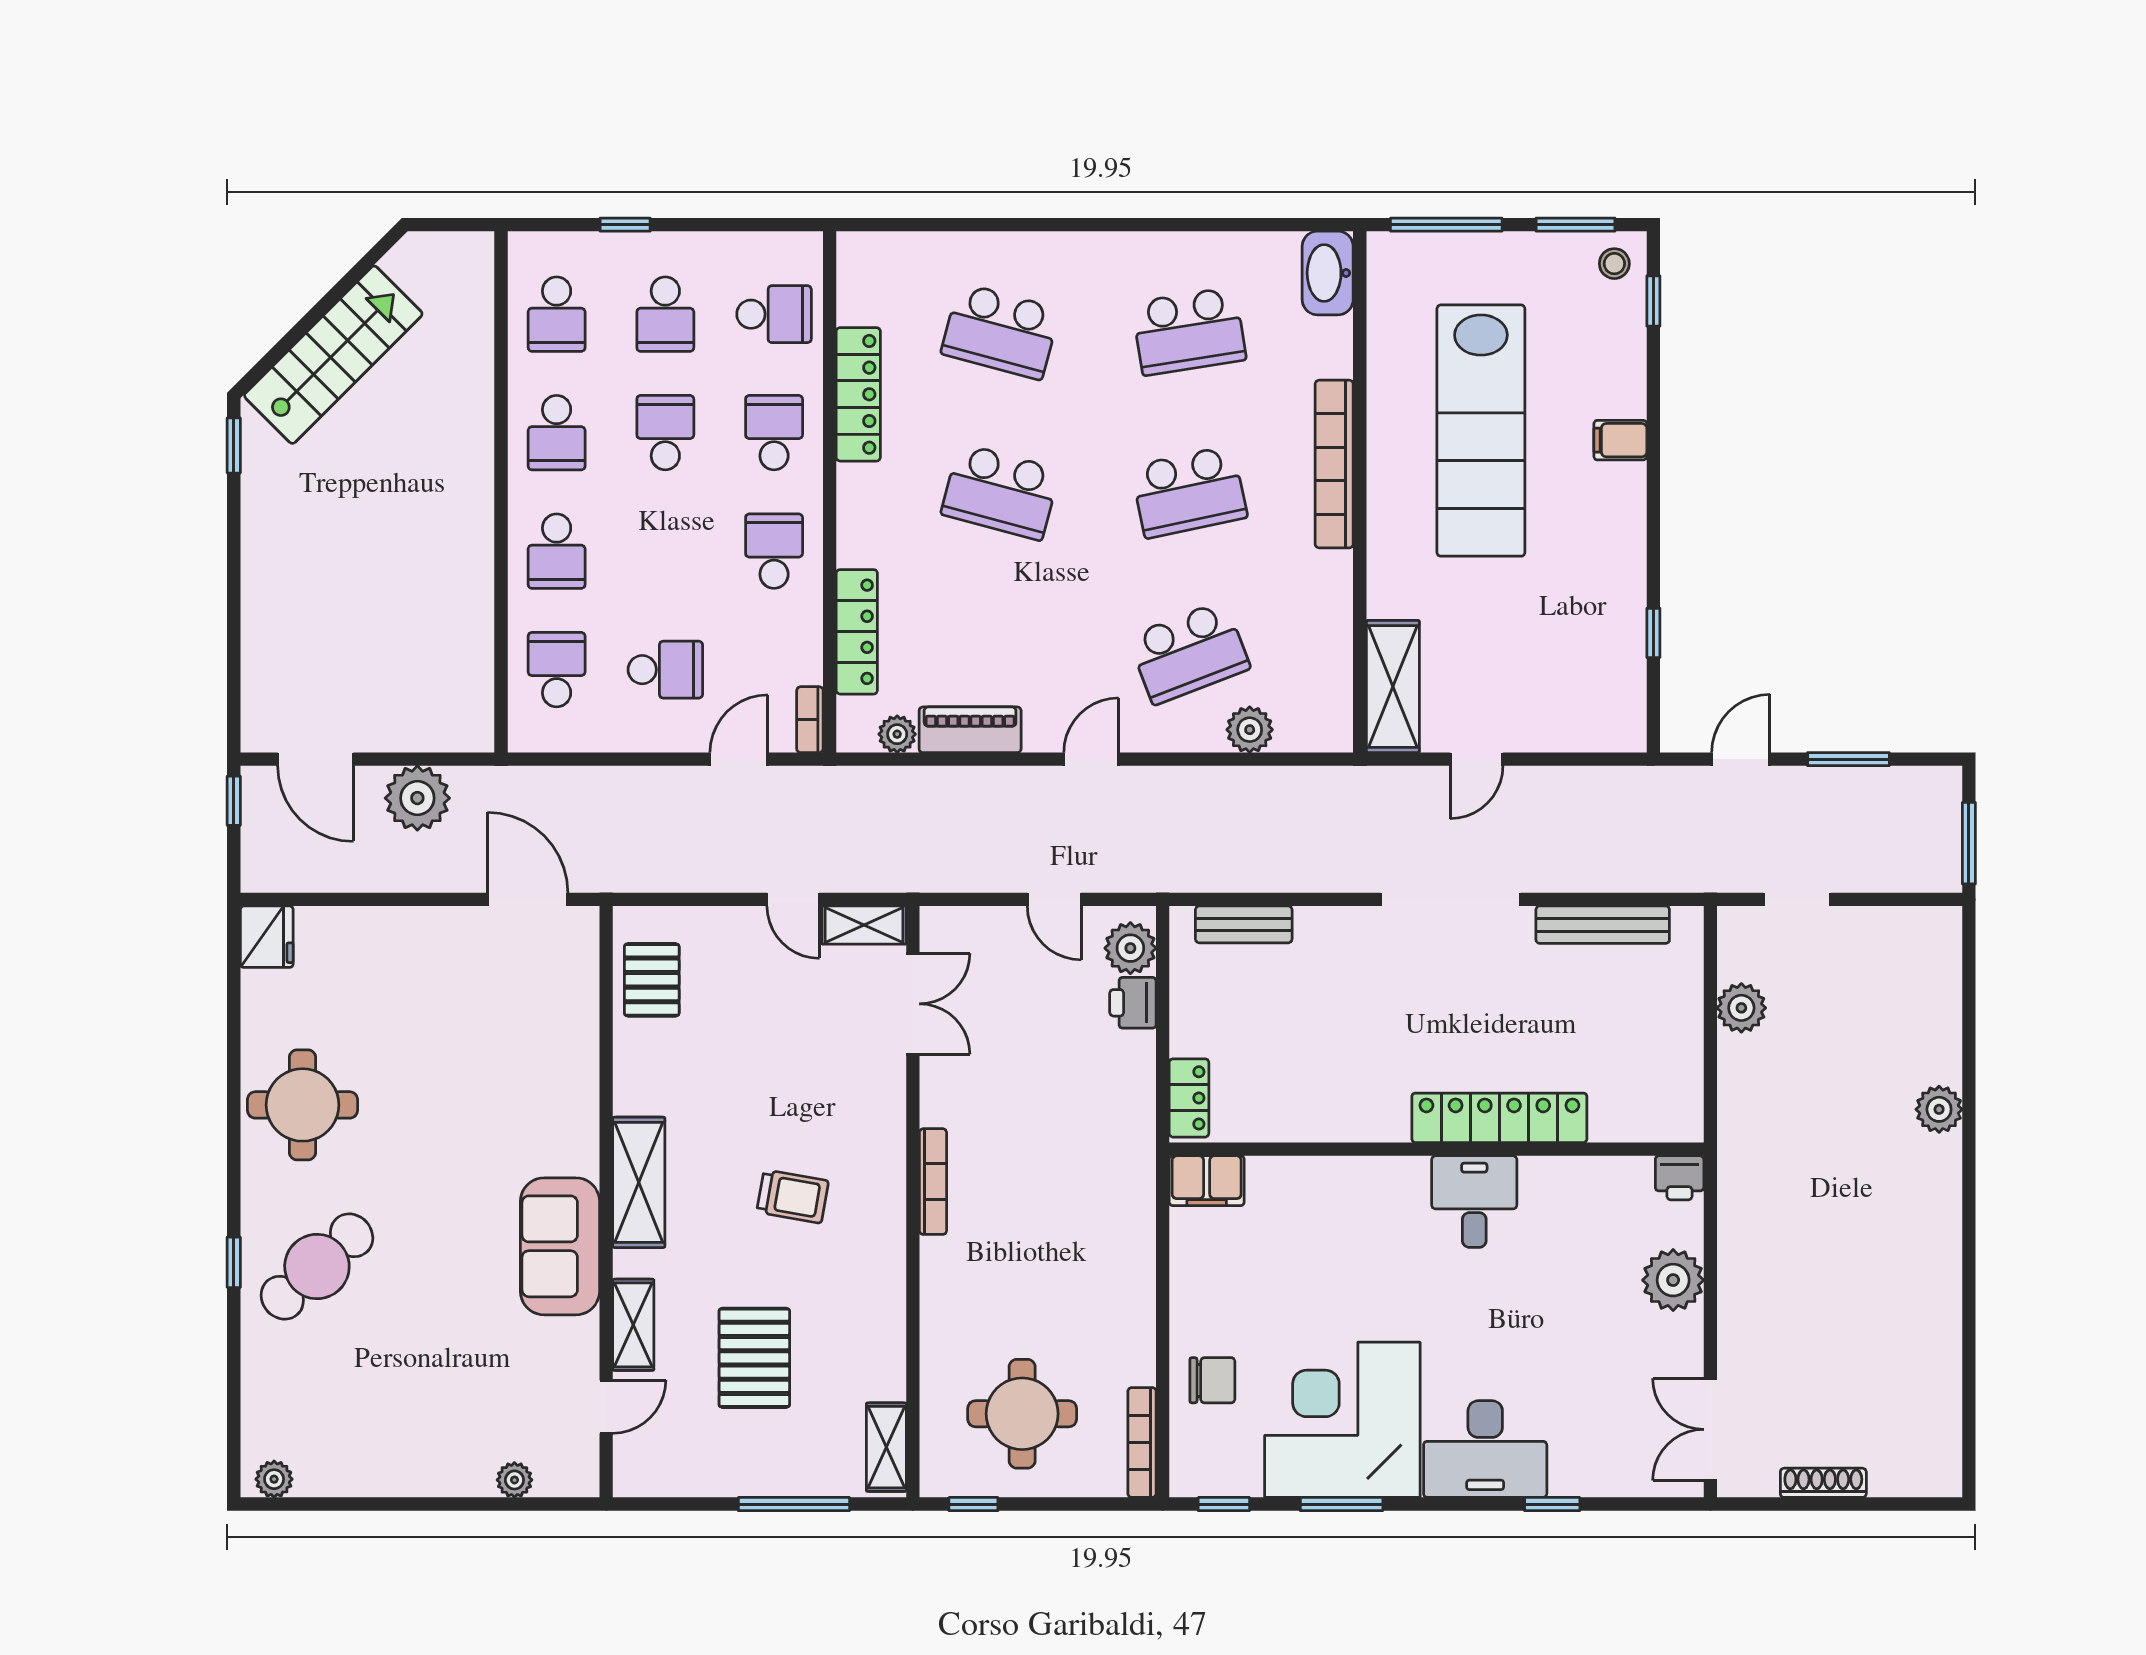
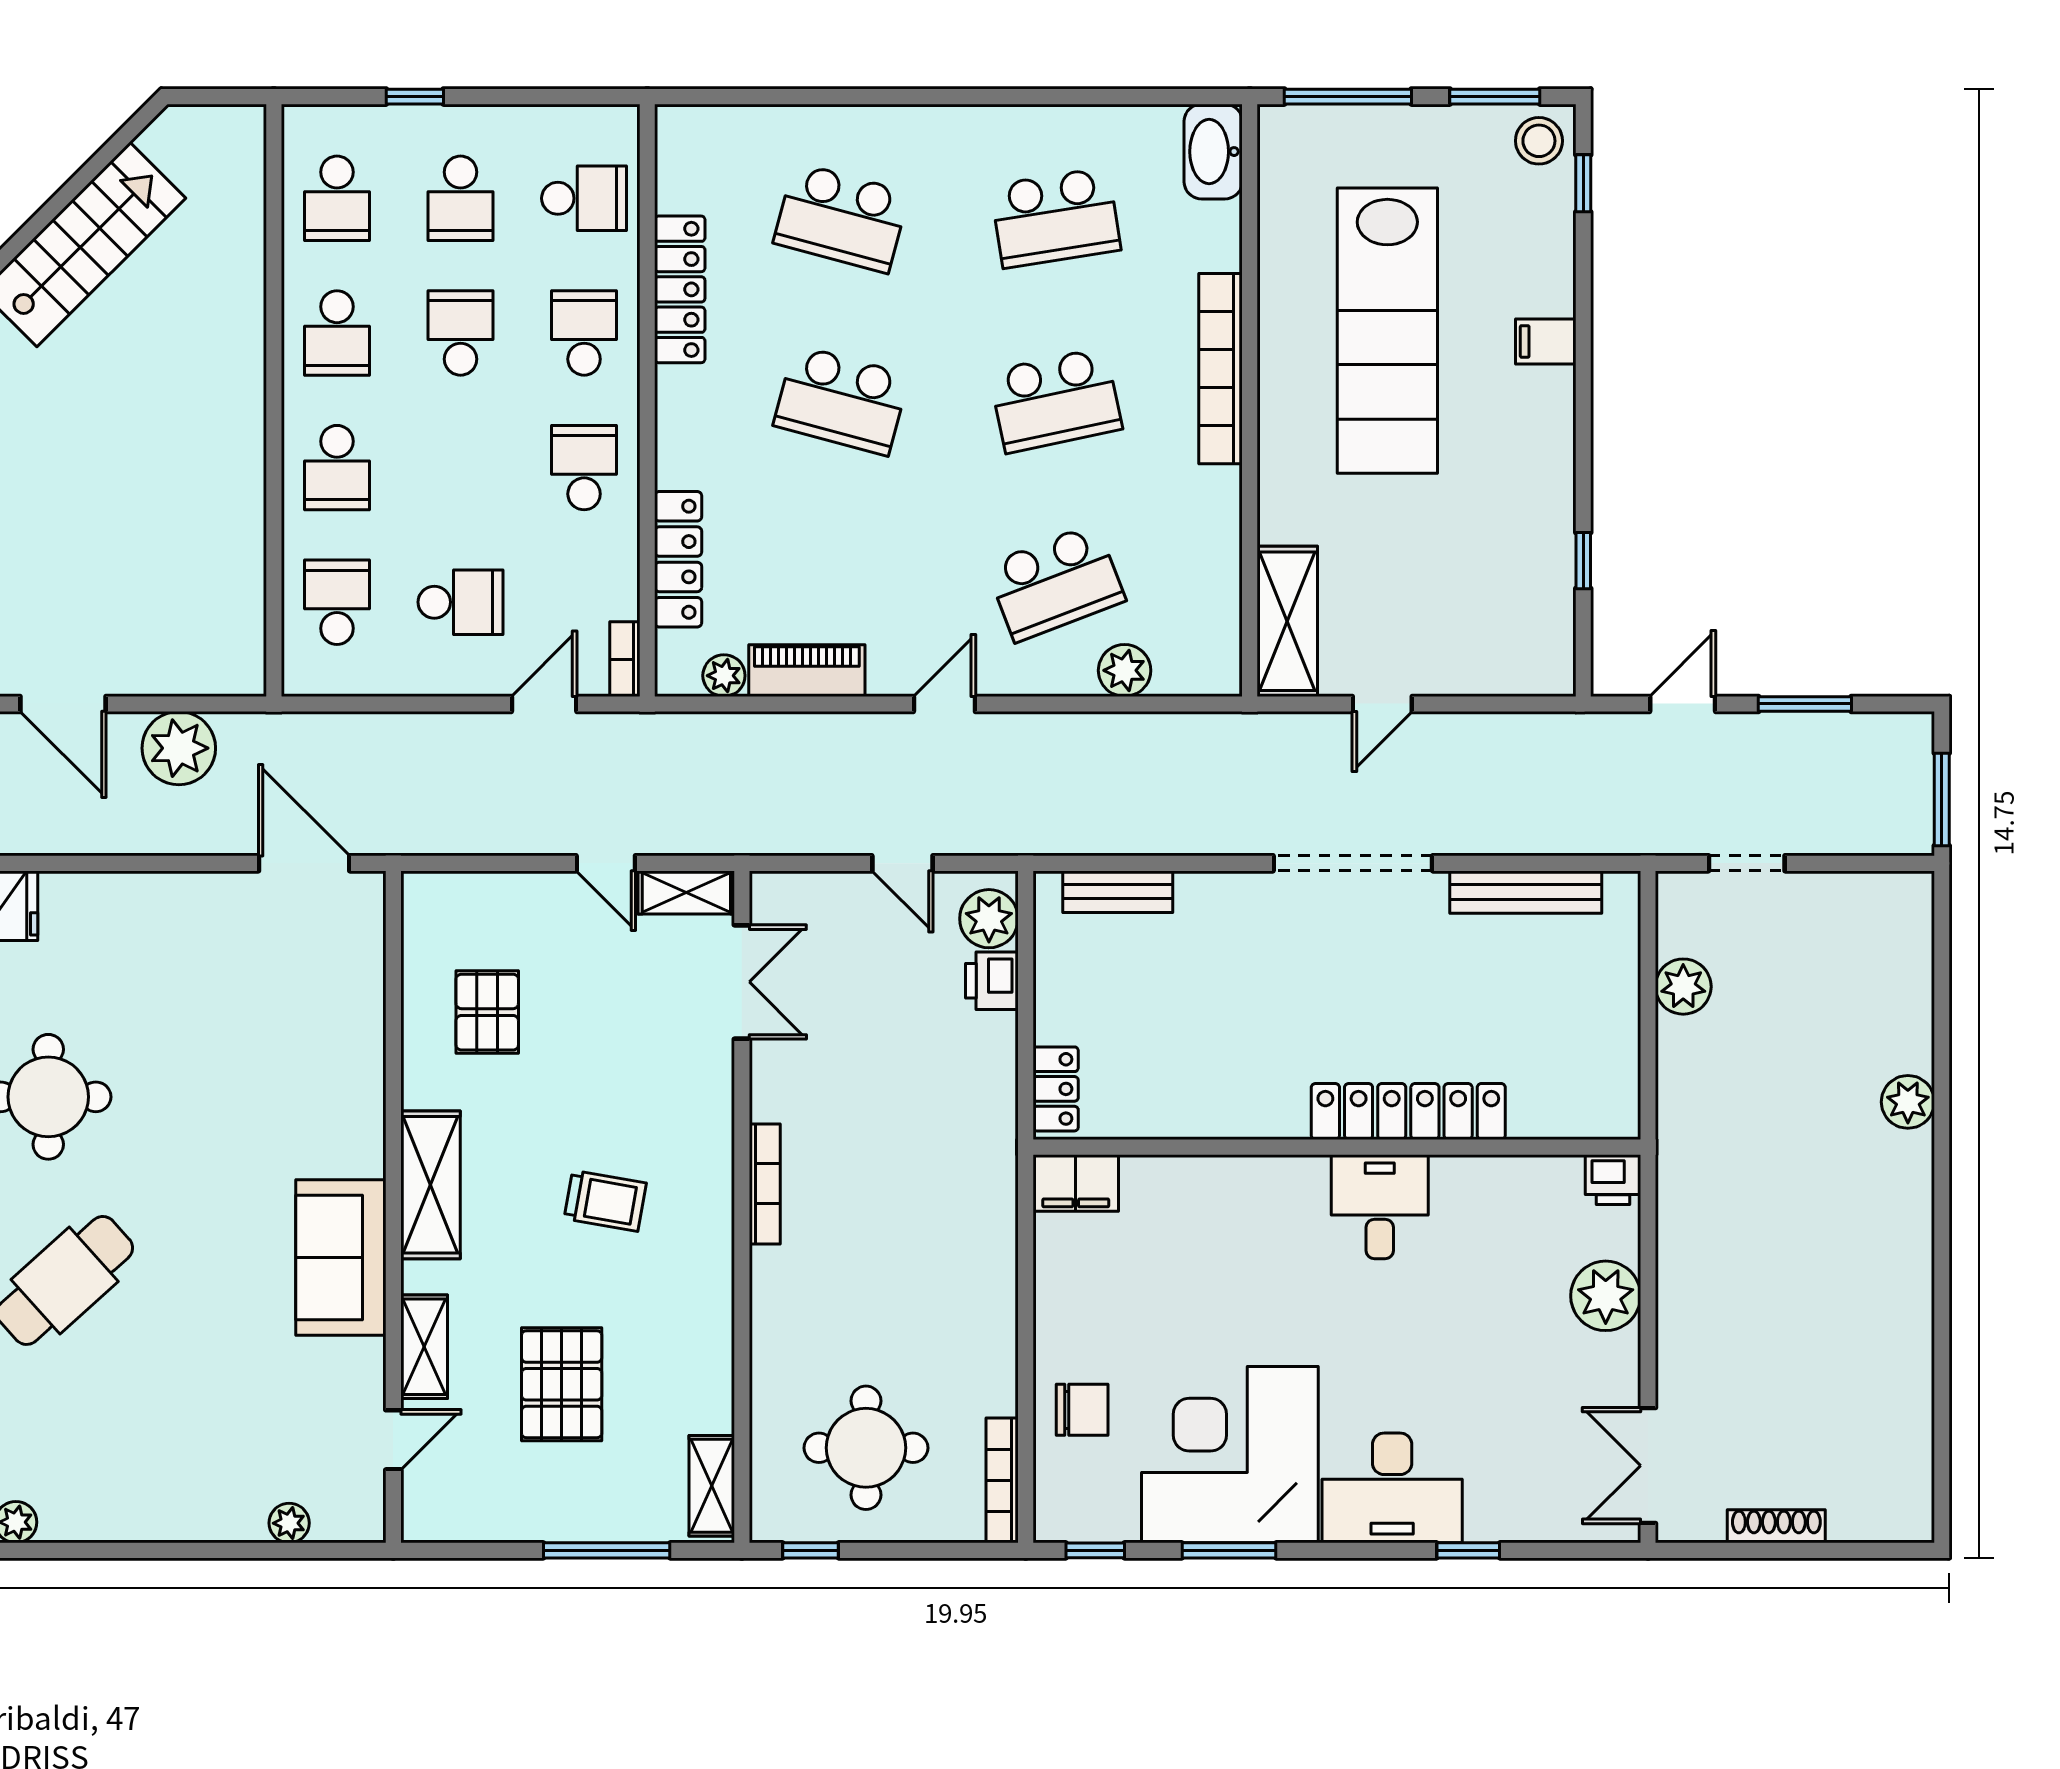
stool: (1614, 264) -> (1539, 141), width x1.37, depth x1.37
pallet: (652, 980) -> (487, 1012), moved

